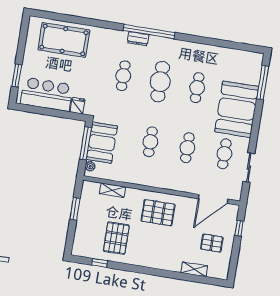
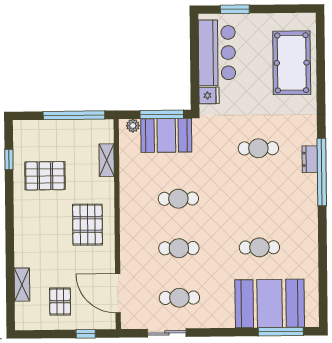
cafe table: (160, 82) -> (259, 198), removed
booth: (237, 109) -> (270, 303), moved
window: (75, 209) -> (74, 115), width x2.11

